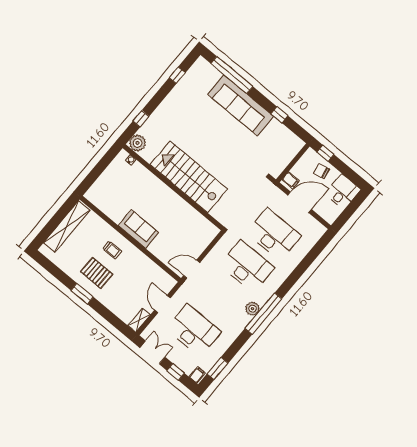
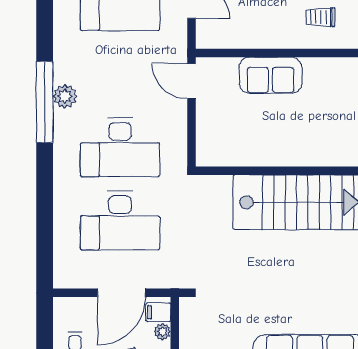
plant: (296, 170) -> (162, 332), added
sofa: (138, 229) -> (270, 75), moved
door: (192, 269) -> (191, 81), swing flipped

